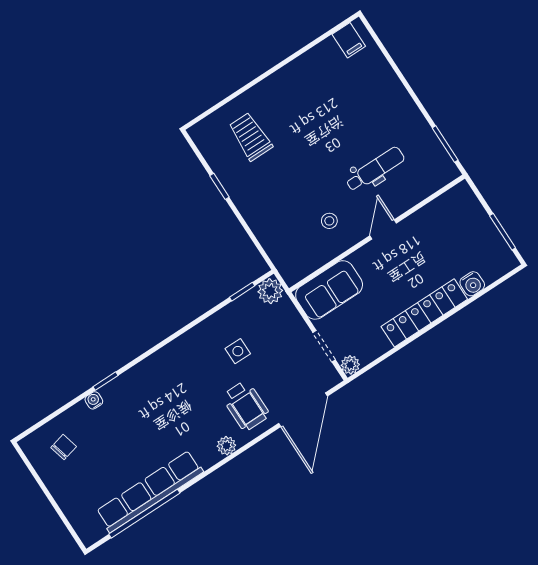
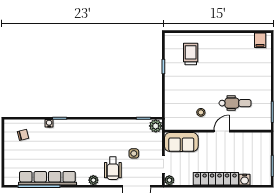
side table: (238, 351) -> (134, 153), moved

